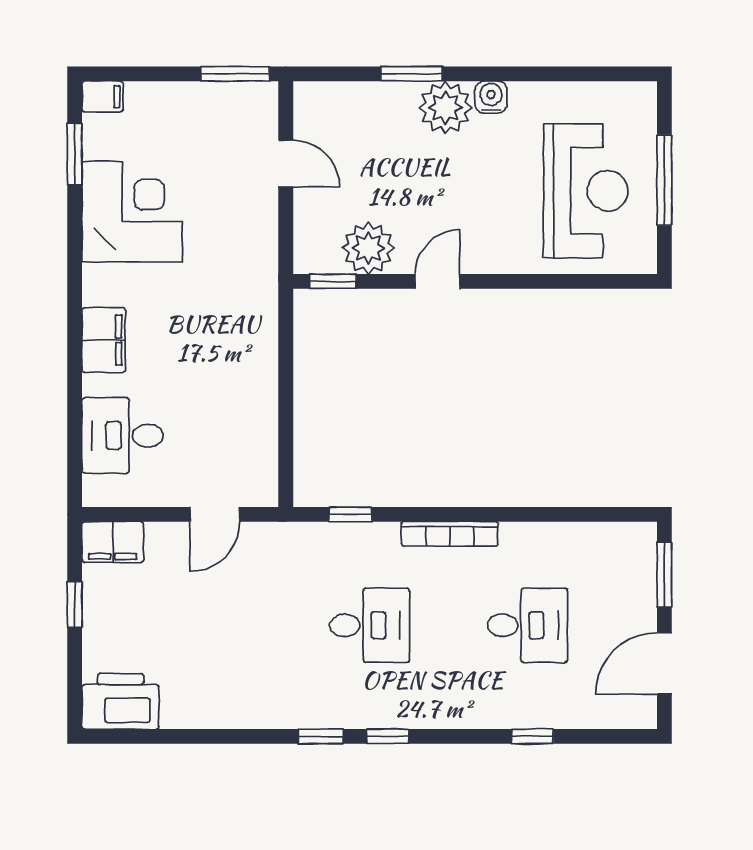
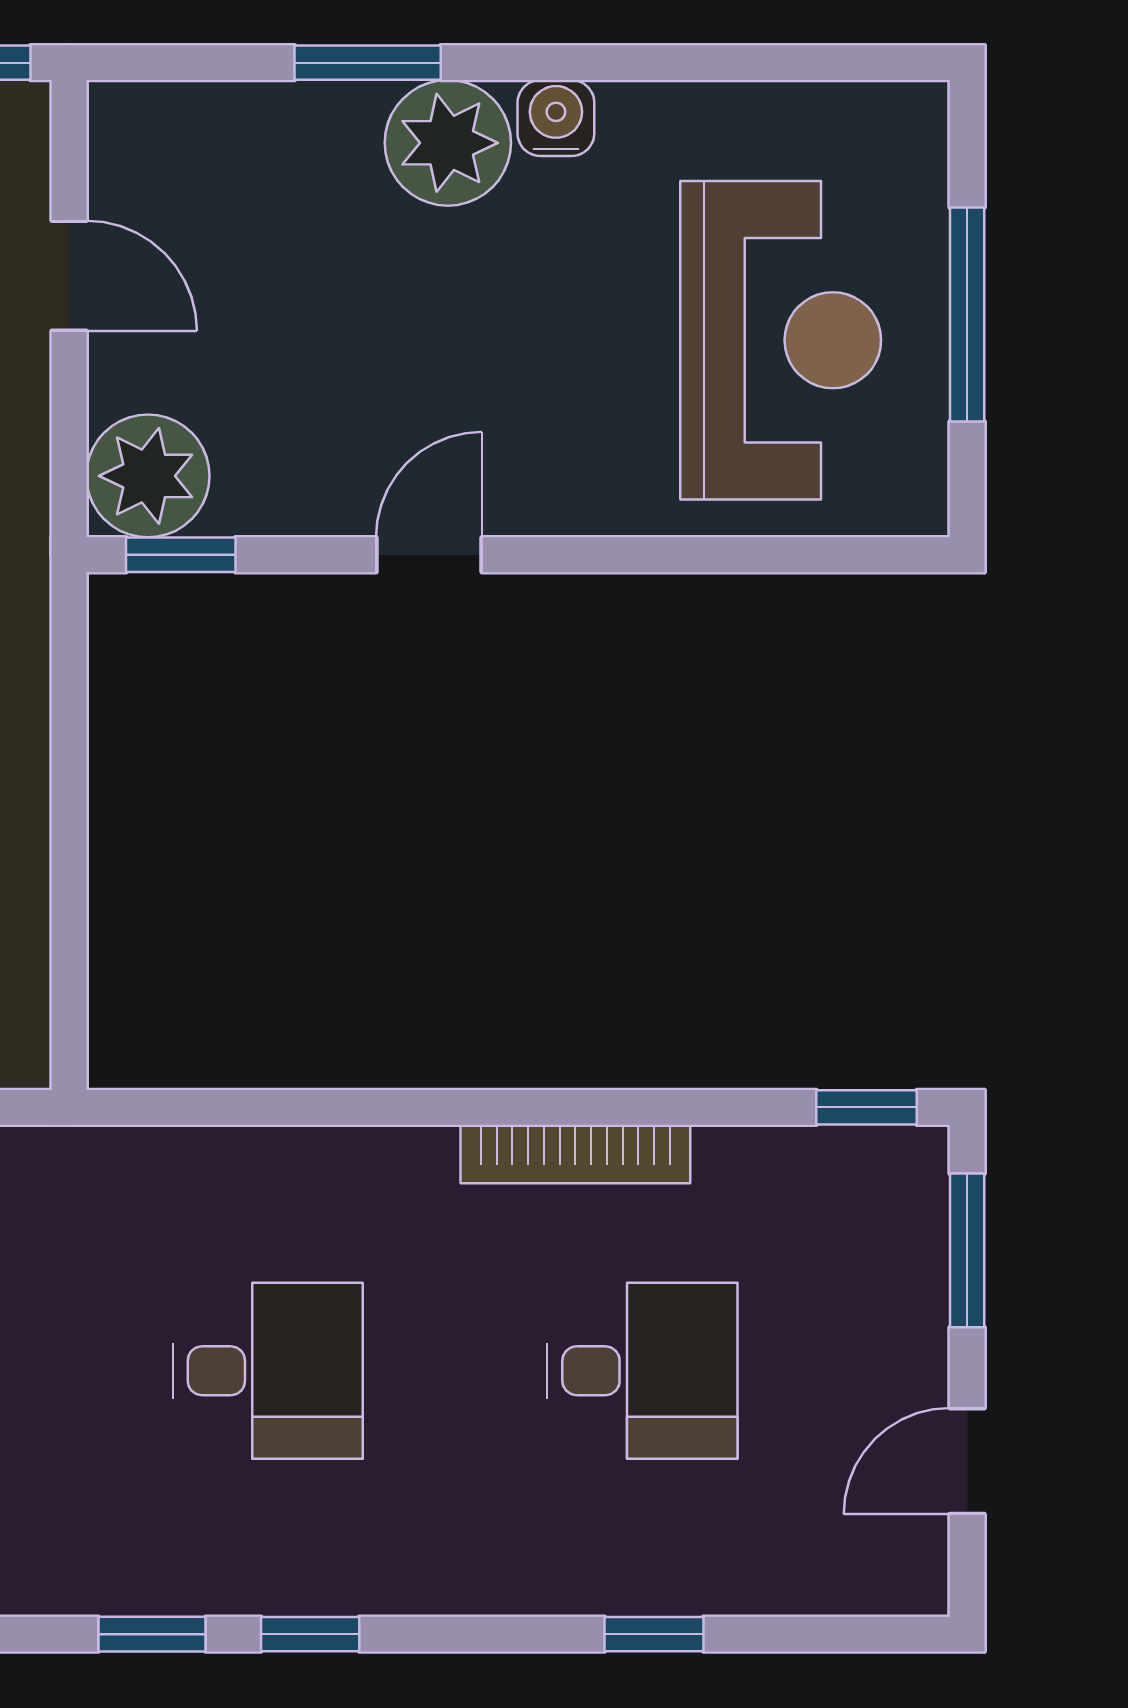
plant: (368, 248) -> (148, 476), moved
window: (350, 514) -> (867, 1107), moved
bookcase: (450, 534) -> (575, 1154), moved
door: (664, 663) -> (967, 1461), width x0.73

